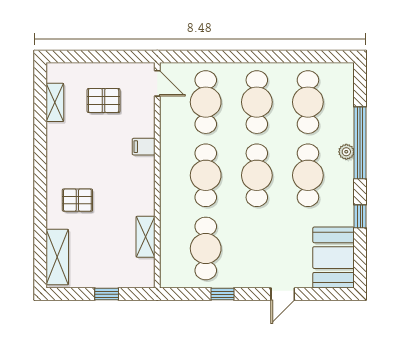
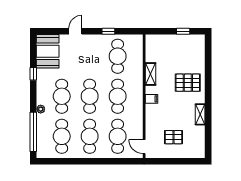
shelving: (55, 102) -> (200, 114), moved
window: (360, 143) -> (33, 132), moved
filing cabinet: (144, 147) -> (152, 99), moved
pallet: (77, 200) -> (188, 83), width x1.50, depth x1.42
shelving: (146, 237) -> (151, 74), moved
shelving: (57, 257) -> (199, 52), removed
window: (107, 294) -> (183, 31), moved

